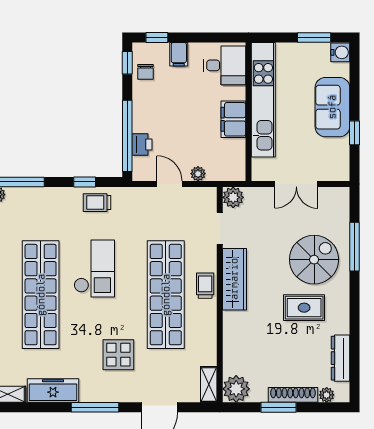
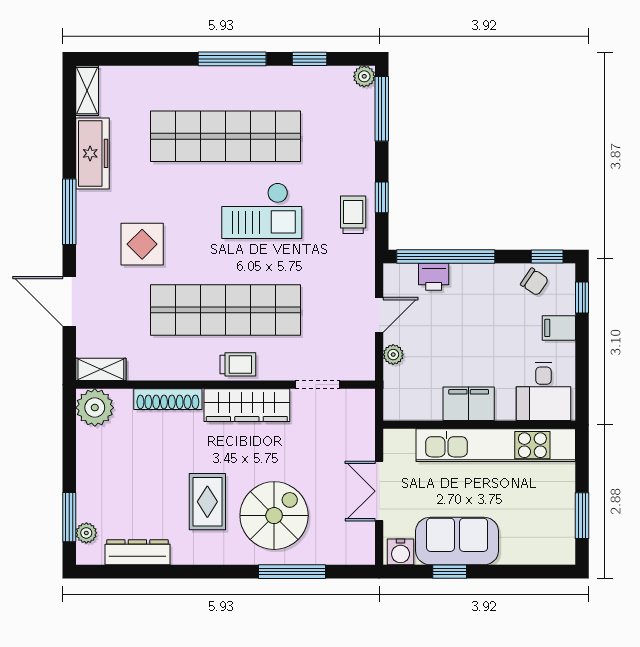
water cooler: (340, 52) -> (401, 552), moved
chair: (146, 72) -> (534, 282), turned -146
sofa: (332, 107) -> (457, 541), moved
plant: (233, 197) -> (360, 403), removed
spiral stairs: (314, 260) -> (274, 516), turned -90
shoe rack: (293, 395) -> (168, 399), moved, turned 90
window: (279, 407) -> (69, 517), moved

